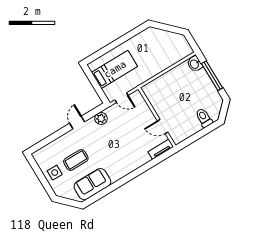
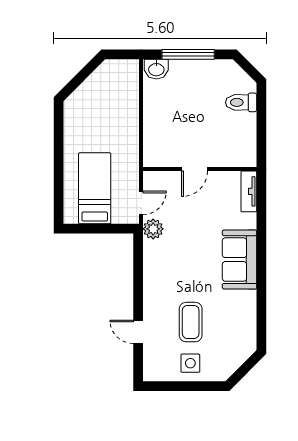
plant: (101, 118) -> (153, 229), moved
door: (77, 123) -> (138, 332), moved
door: (163, 127) -> (195, 169), moved
sofa: (92, 184) -> (240, 260), moved

